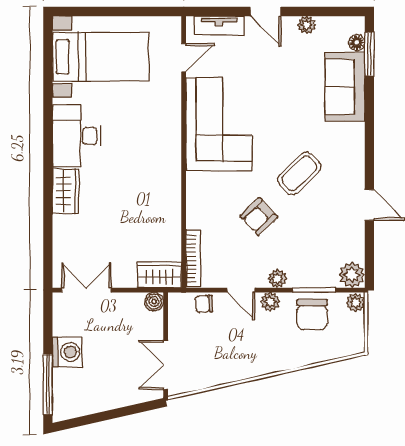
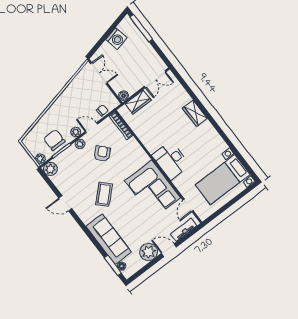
plant: (307, 25) -> (149, 252), width x1.88, depth x1.88
sofa: (345, 87) -> (109, 239), width x1.36
desk: (77, 136) -> (171, 160), moved, turned 180
armchair: (259, 217) -> (102, 154), moved
wardrobe: (159, 275) -> (138, 102), moved
washing machine: (67, 352) -> (116, 39), moved, turned -103

